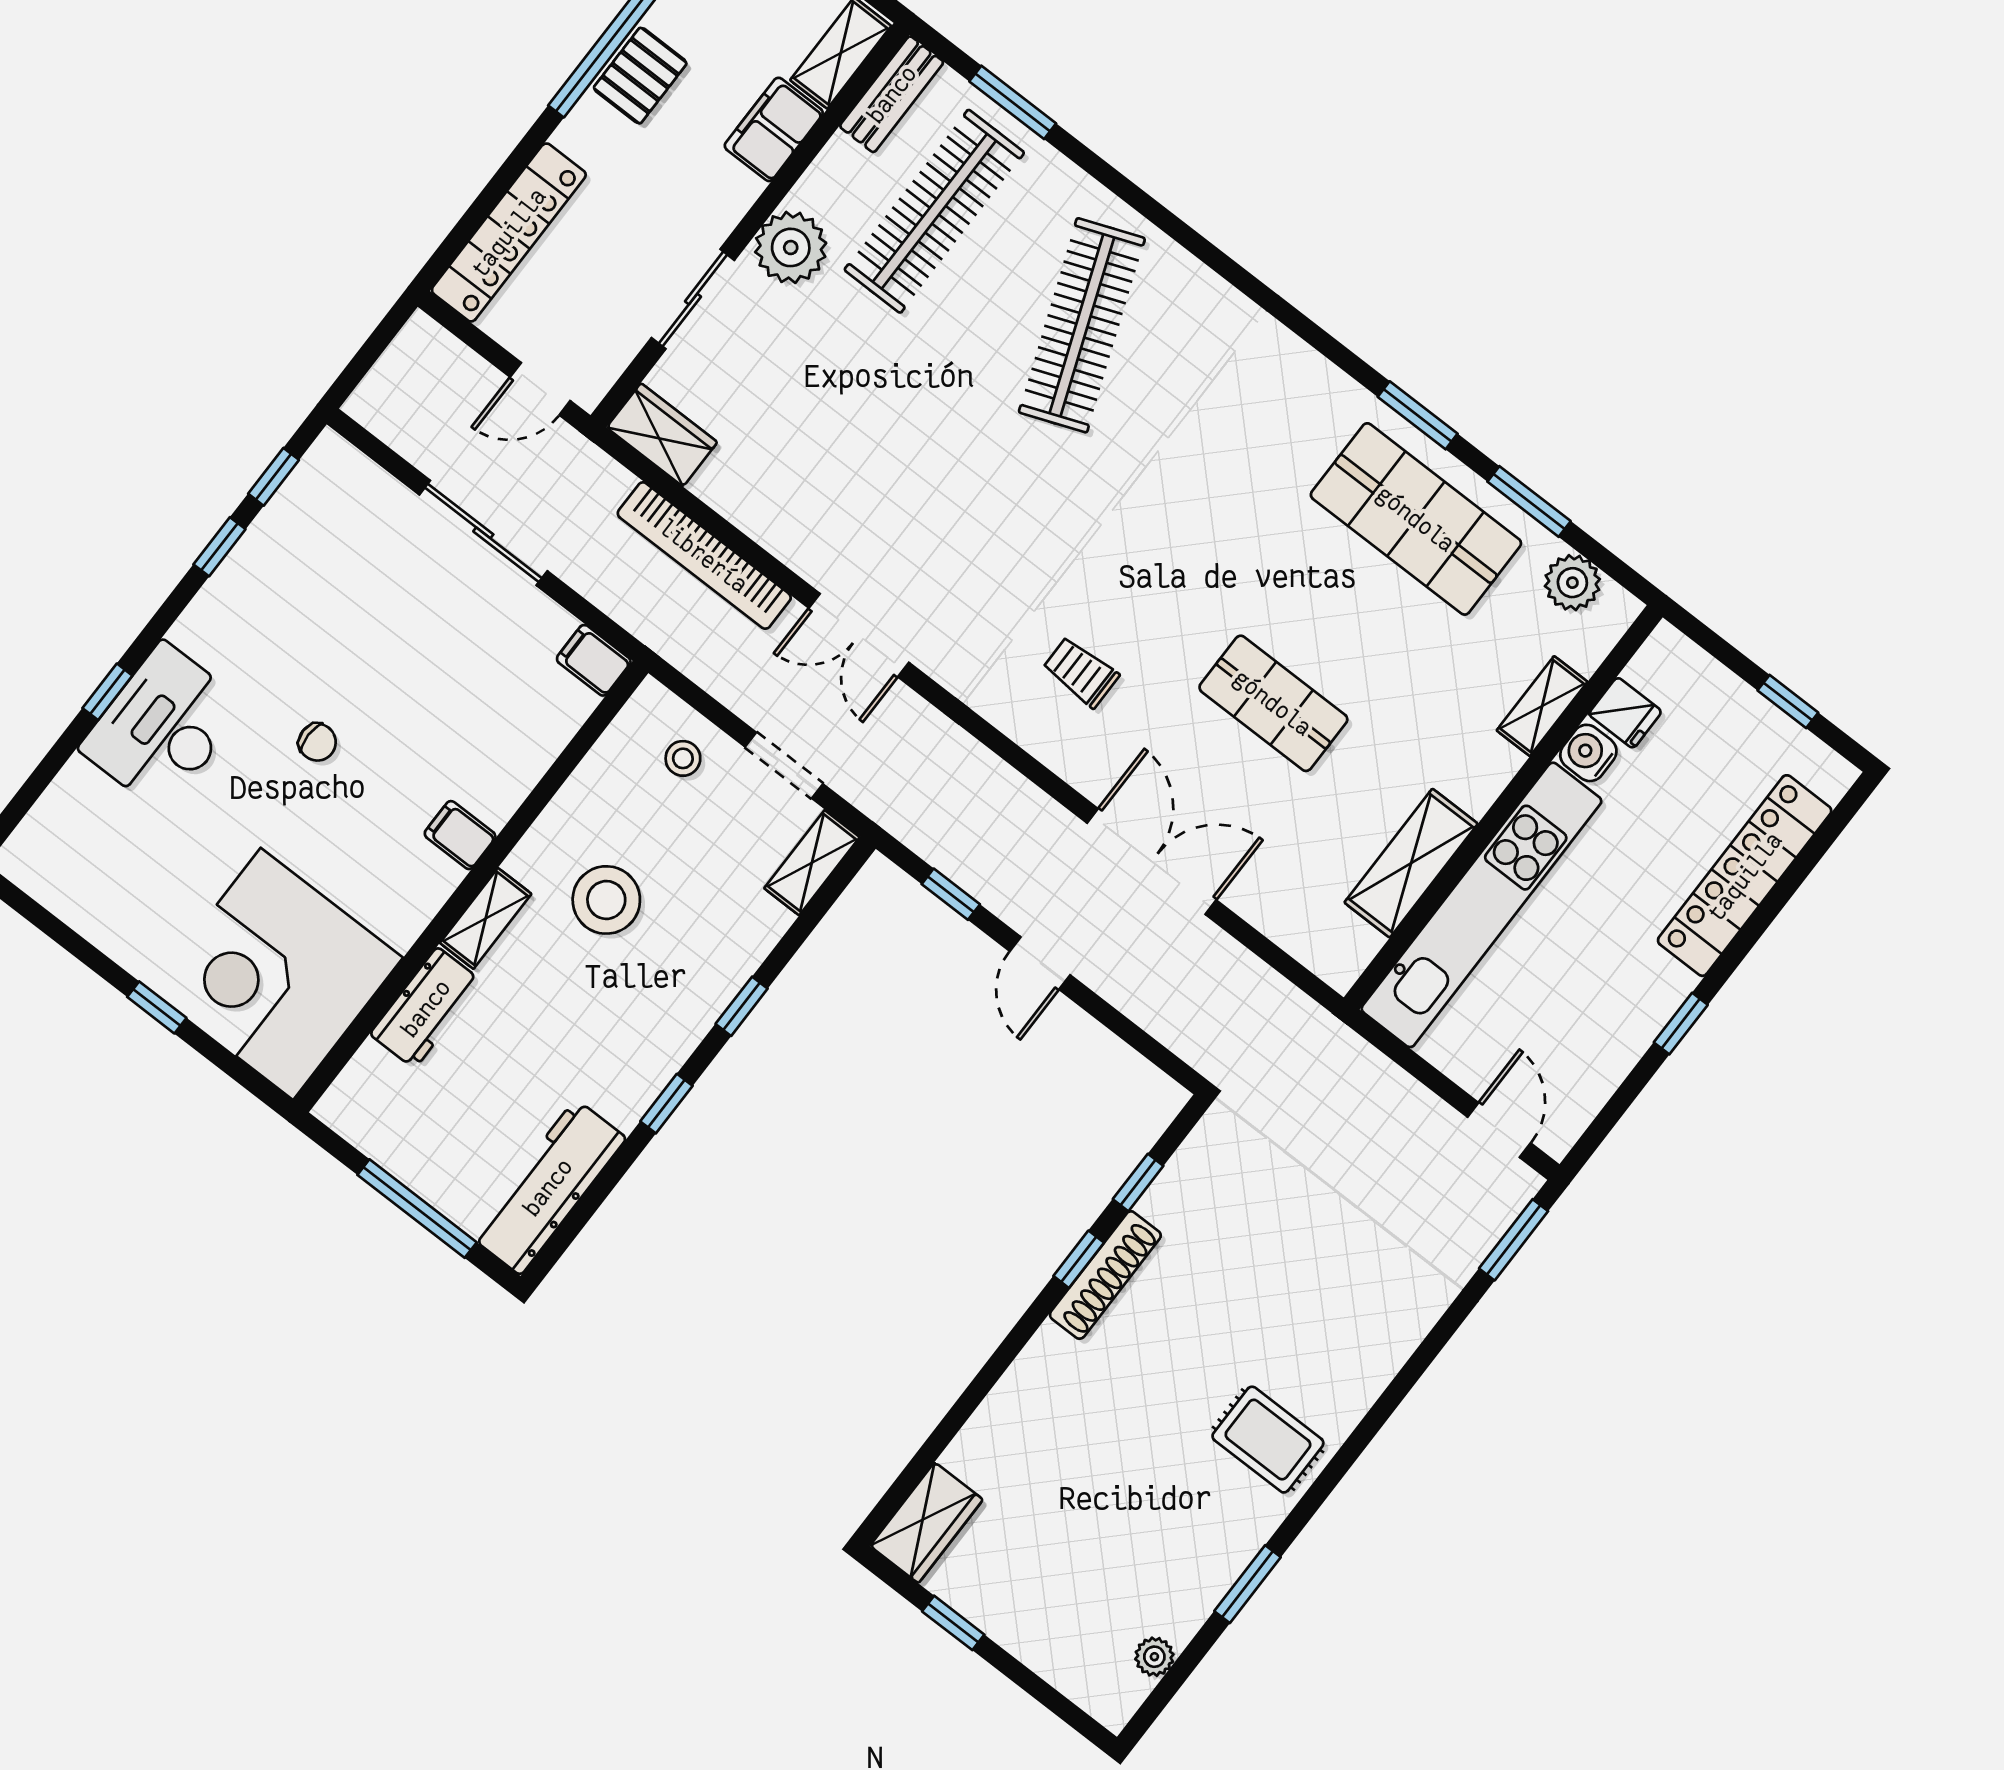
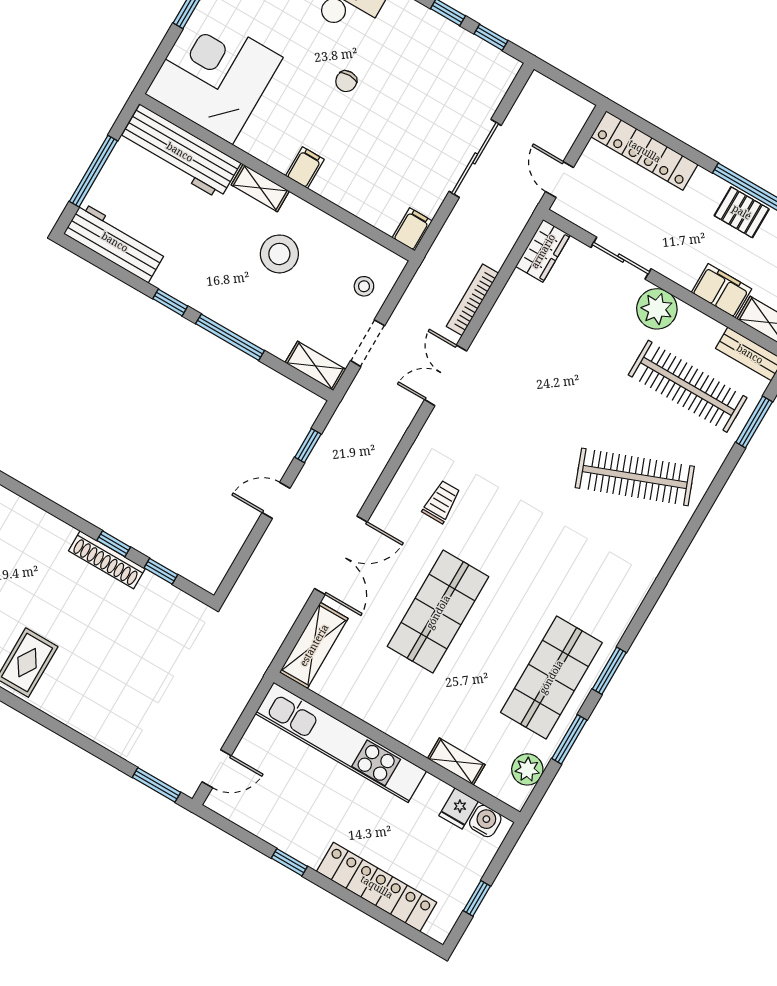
bookcase: (704, 556) -> (472, 300), width x0.68, depth x0.76
shop shelf: (1273, 703) -> (438, 612), width x1.43, depth x1.36
water cooler: (1588, 753) -> (485, 821), moved
shelving: (1411, 863) -> (314, 645), moved, turned 90
window: (742, 1006) -> (230, 337), width x2.17
workbench: (426, 1008) -> (180, 152), width x1.88, depth x1.32

